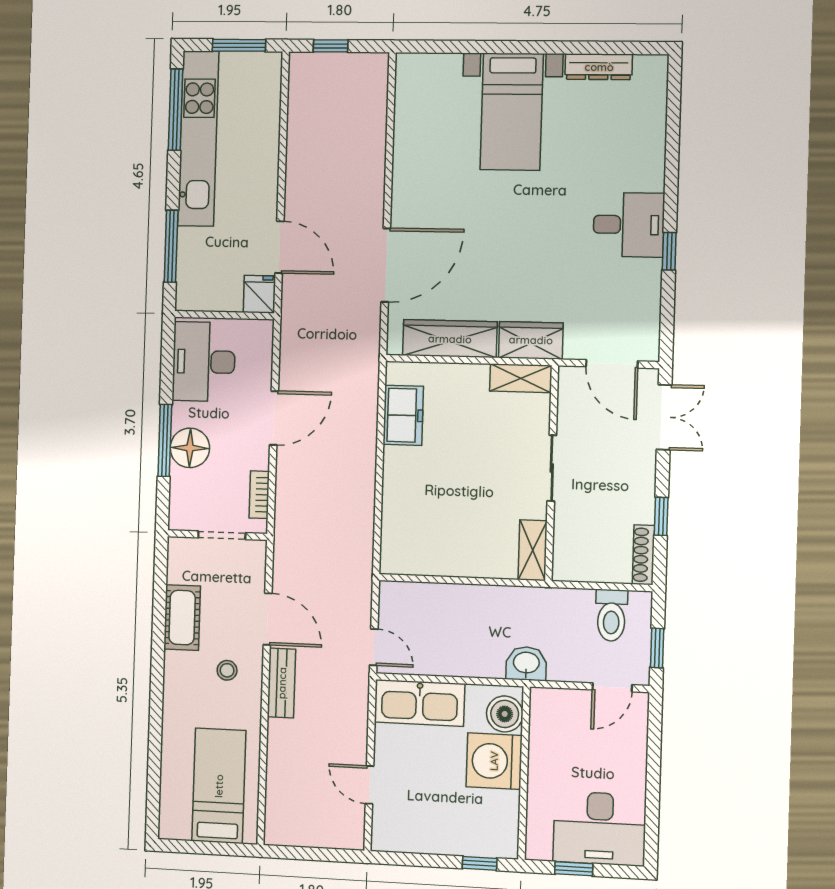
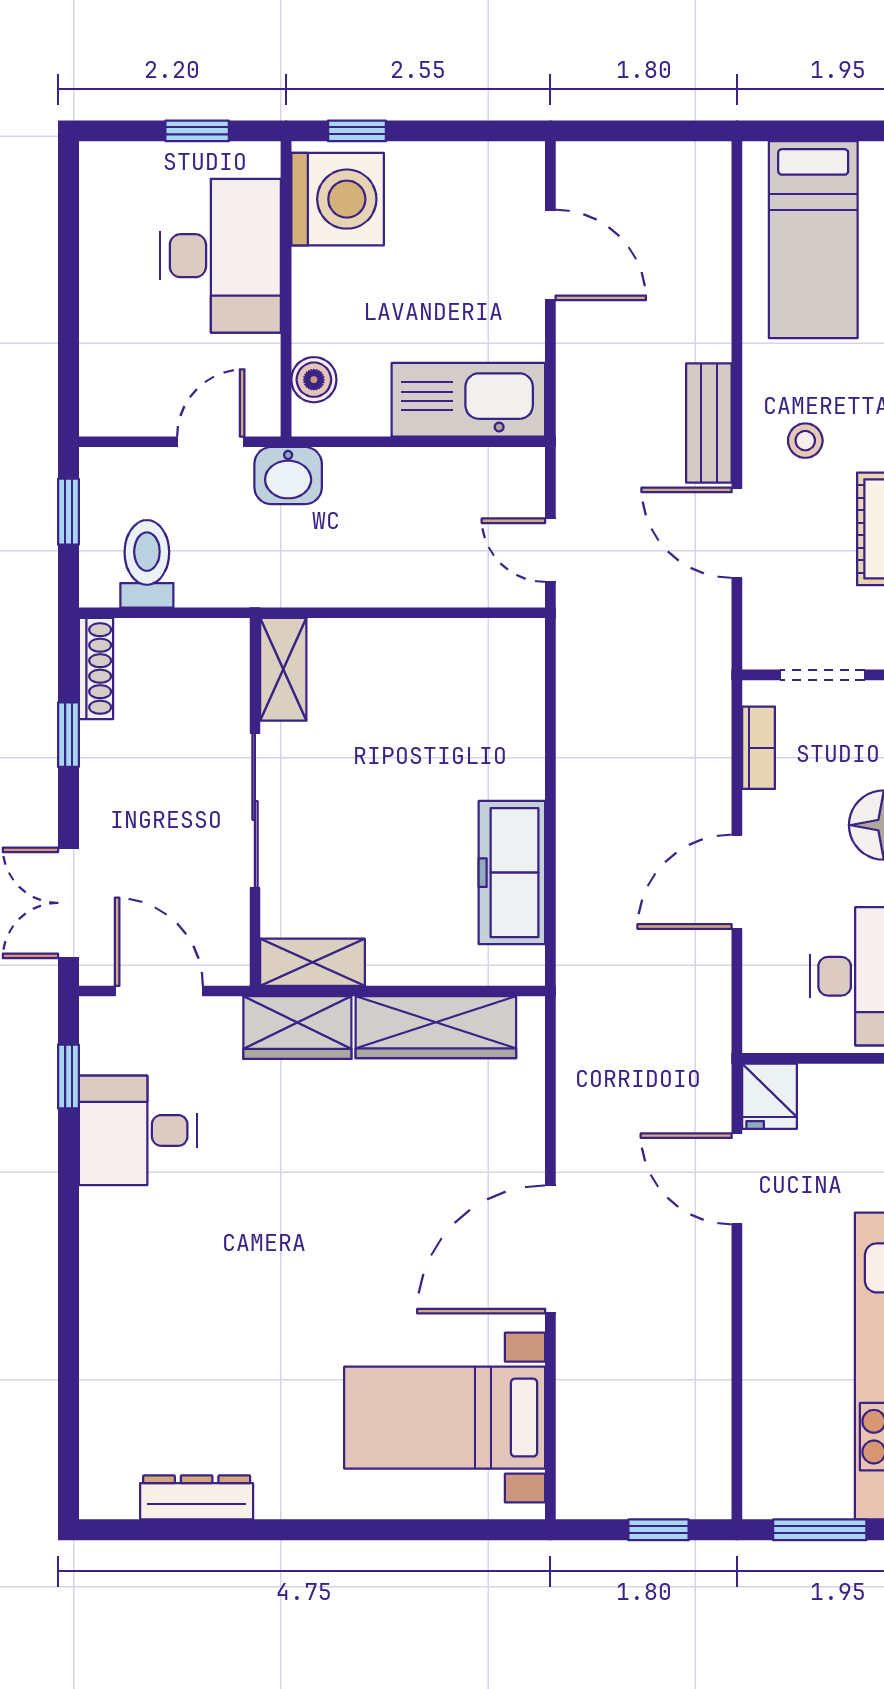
bed with nightstands: (512, 112) -> (445, 1418), moved, turned -90
desk: (629, 225) -> (138, 1130), moved
window: (669, 251) -> (68, 1076), moved
door: (386, 265) -> (550, 1249), moved
freezer: (403, 415) -> (512, 873), width x1.40
sliding door: (552, 468) -> (255, 810), width x1.37
door: (374, 647) -> (550, 550), moved
door: (612, 687) -> (211, 442), moved
boiler: (505, 714) -> (314, 380), width x0.73, depth x0.73
washing machine: (494, 761) -> (338, 199), moved
door: (369, 785) -> (550, 255), width x1.38
desk: (600, 828) -> (221, 256), moved, turned 90

